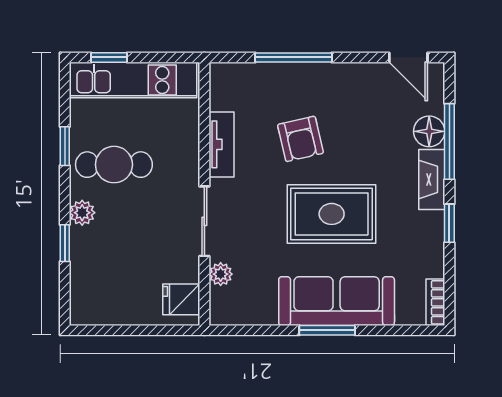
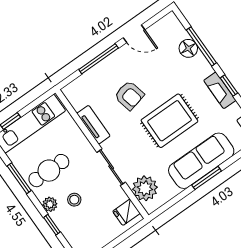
door: (408, 57) -> (134, 34), moved
window: (65, 146) -> (19, 178), width x1.50
fireplace: (432, 179) -> (220, 90), moved
stool: (121, 230) -> (74, 200), added
plant: (221, 274) -> (145, 188), width x1.88, depth x1.88

